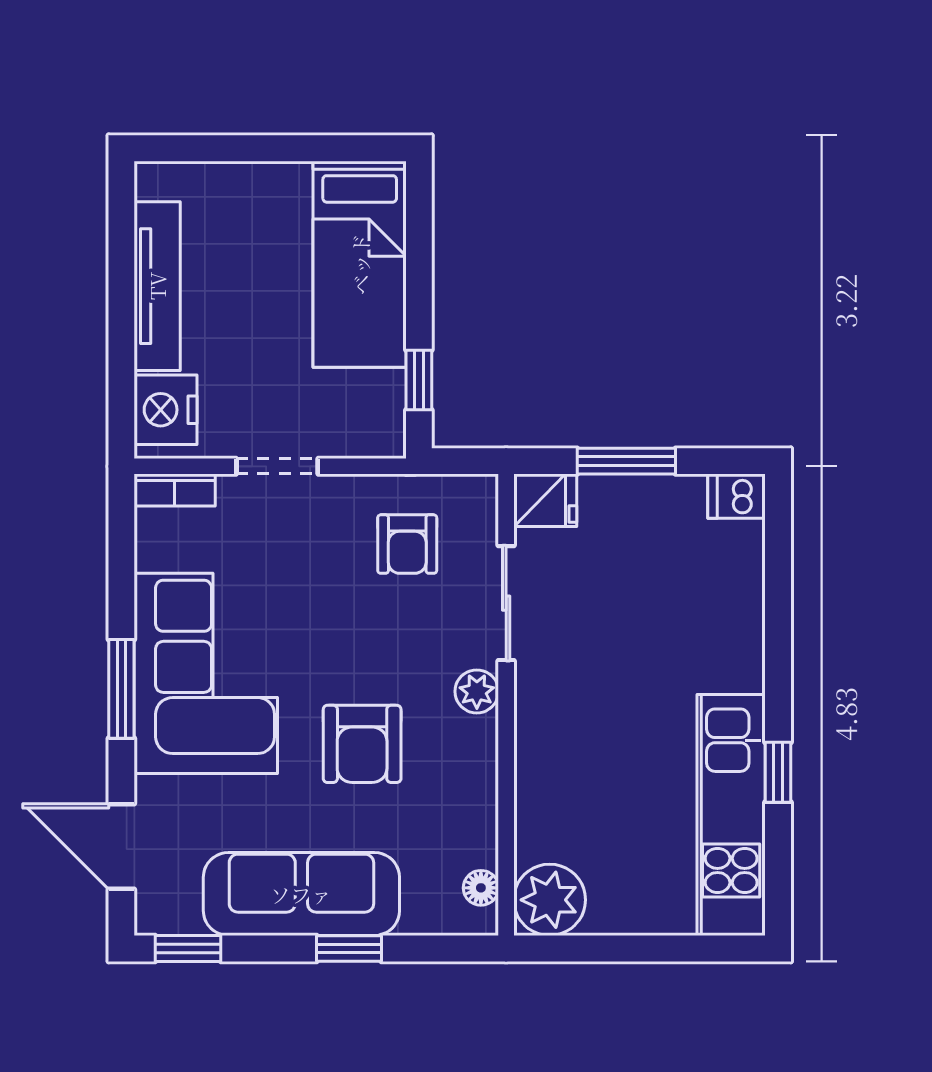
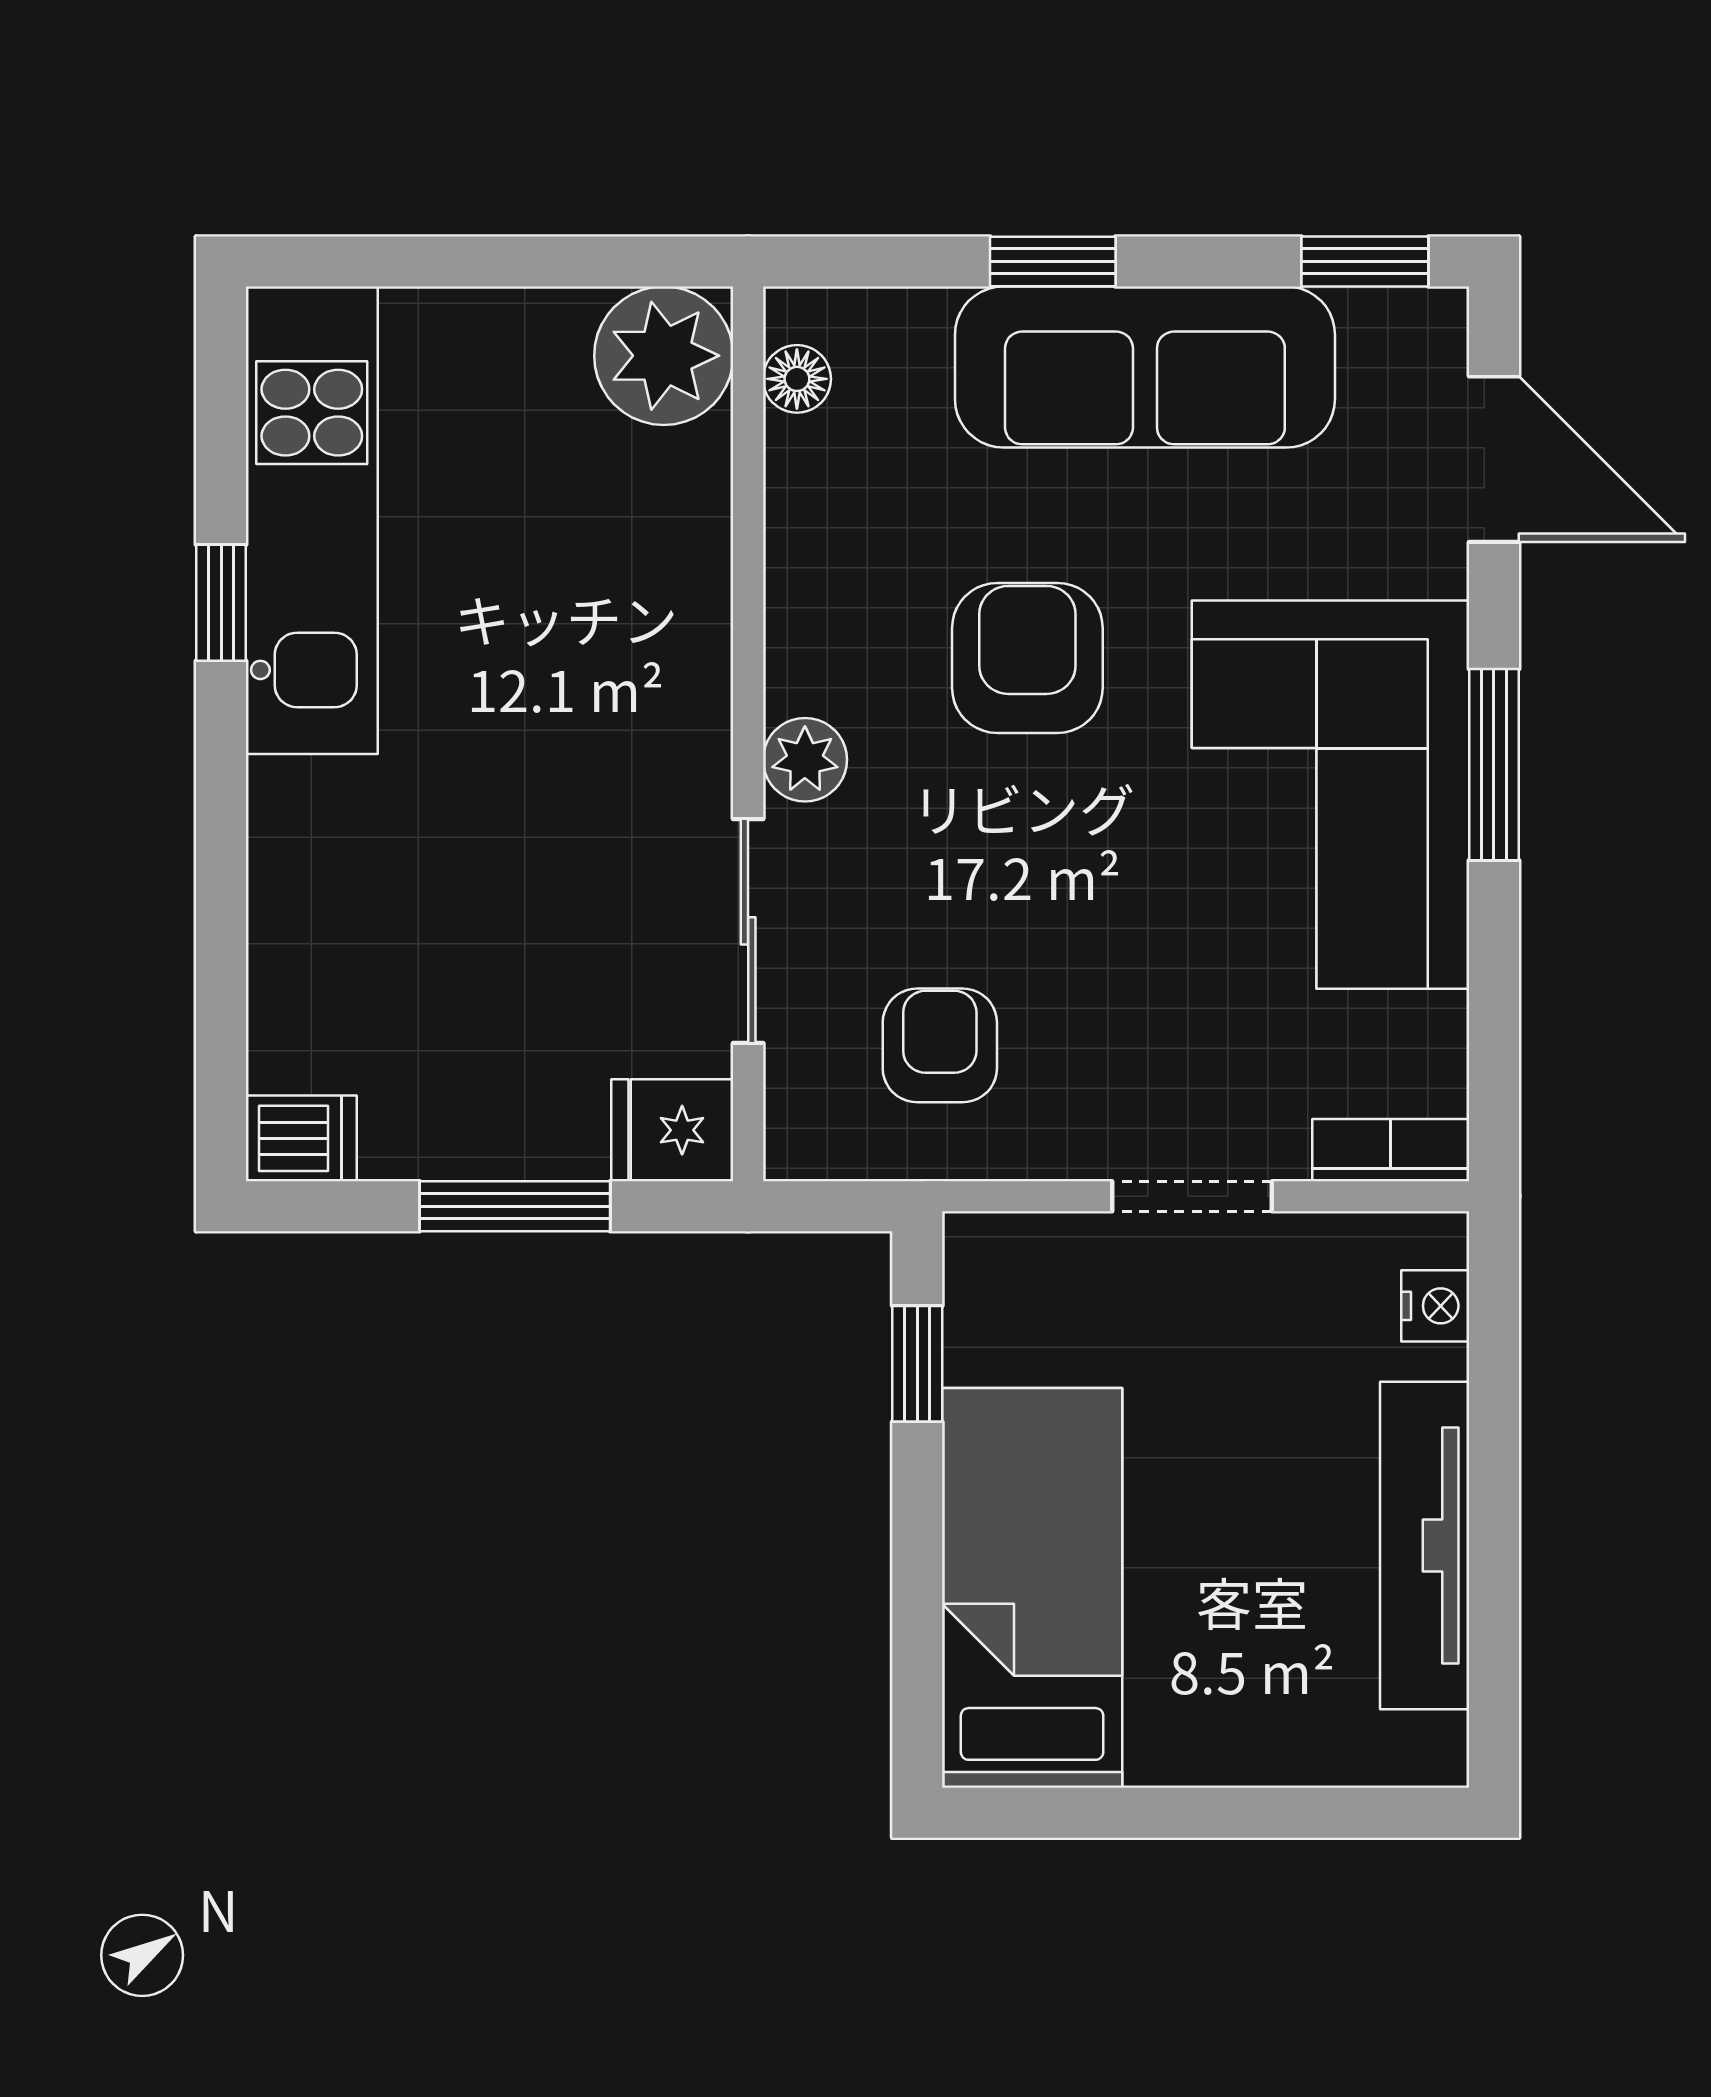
nightstand: (166, 410) -> (1435, 1306), width x0.53, depth x0.56

